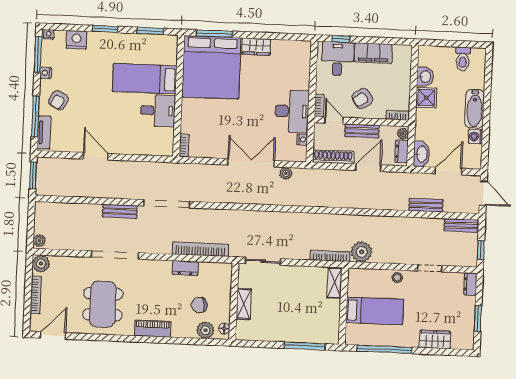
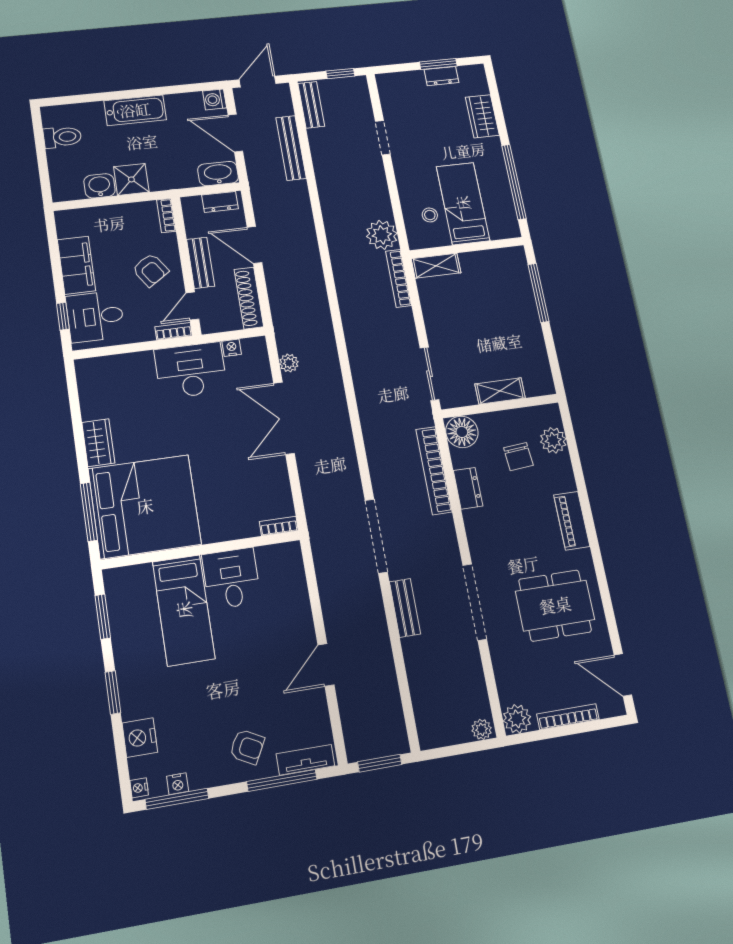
nightstand: (46, 73) -> (178, 784), moved
plant: (403, 134) -> (193, 204), removed
washing machine: (476, 137) -> (215, 99), moved, turned 90
bench: (426, 205) -> (291, 148), width x1.36
stool: (397, 278) -> (430, 215), moved
dresser: (470, 284) -> (441, 76), moved
floor lamp: (224, 329) -> (462, 432), moved, width x1.89, depth x1.89

